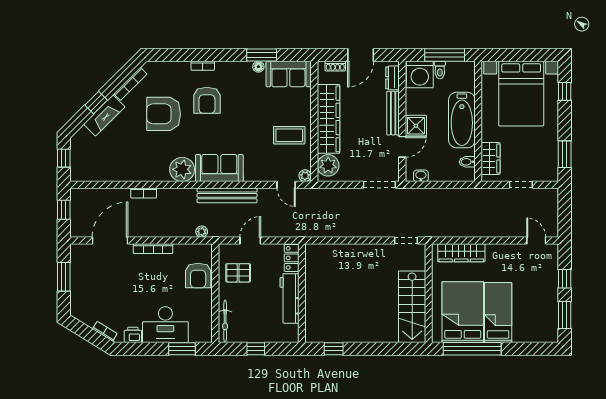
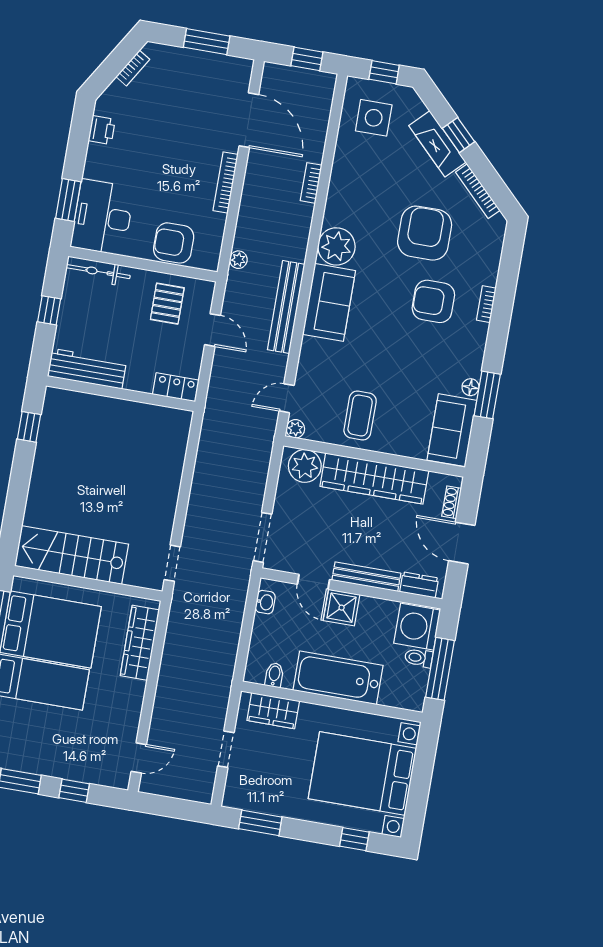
side table: (94, 160) -> (374, 118), added
workbench: (289, 298) -> (87, 369), moved
desk: (165, 325) -> (102, 217), moved
bookcase: (105, 331) -> (133, 68), moved

